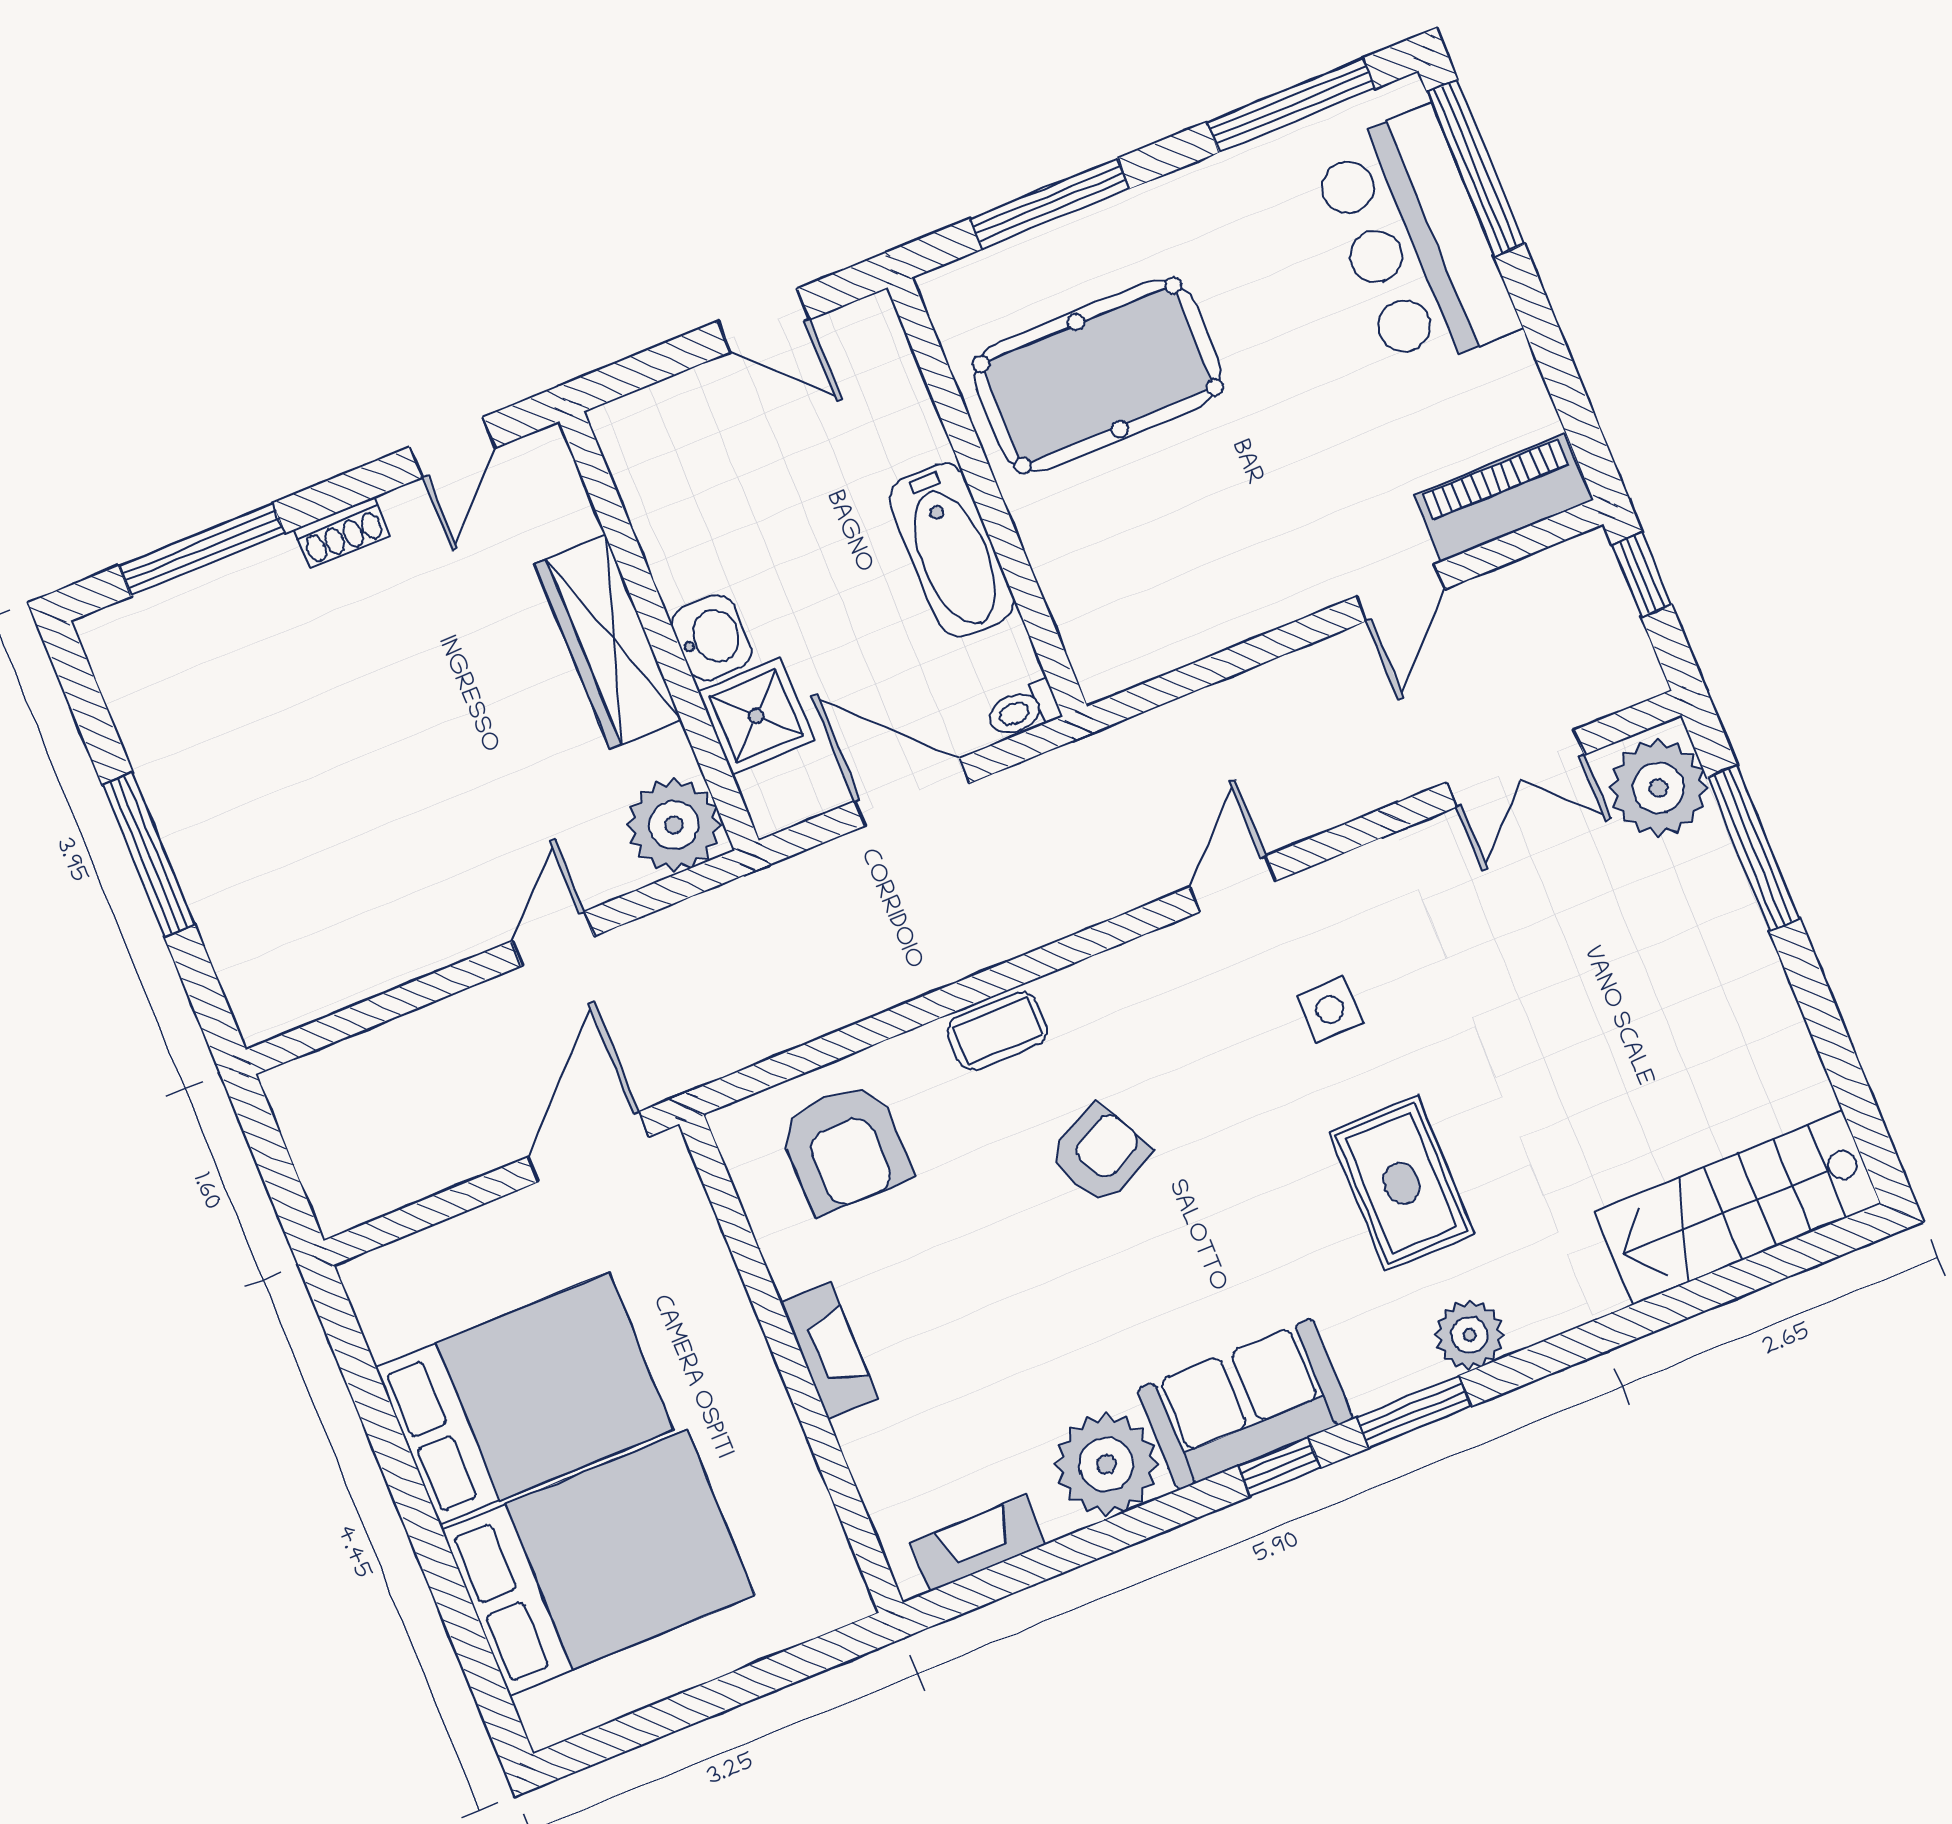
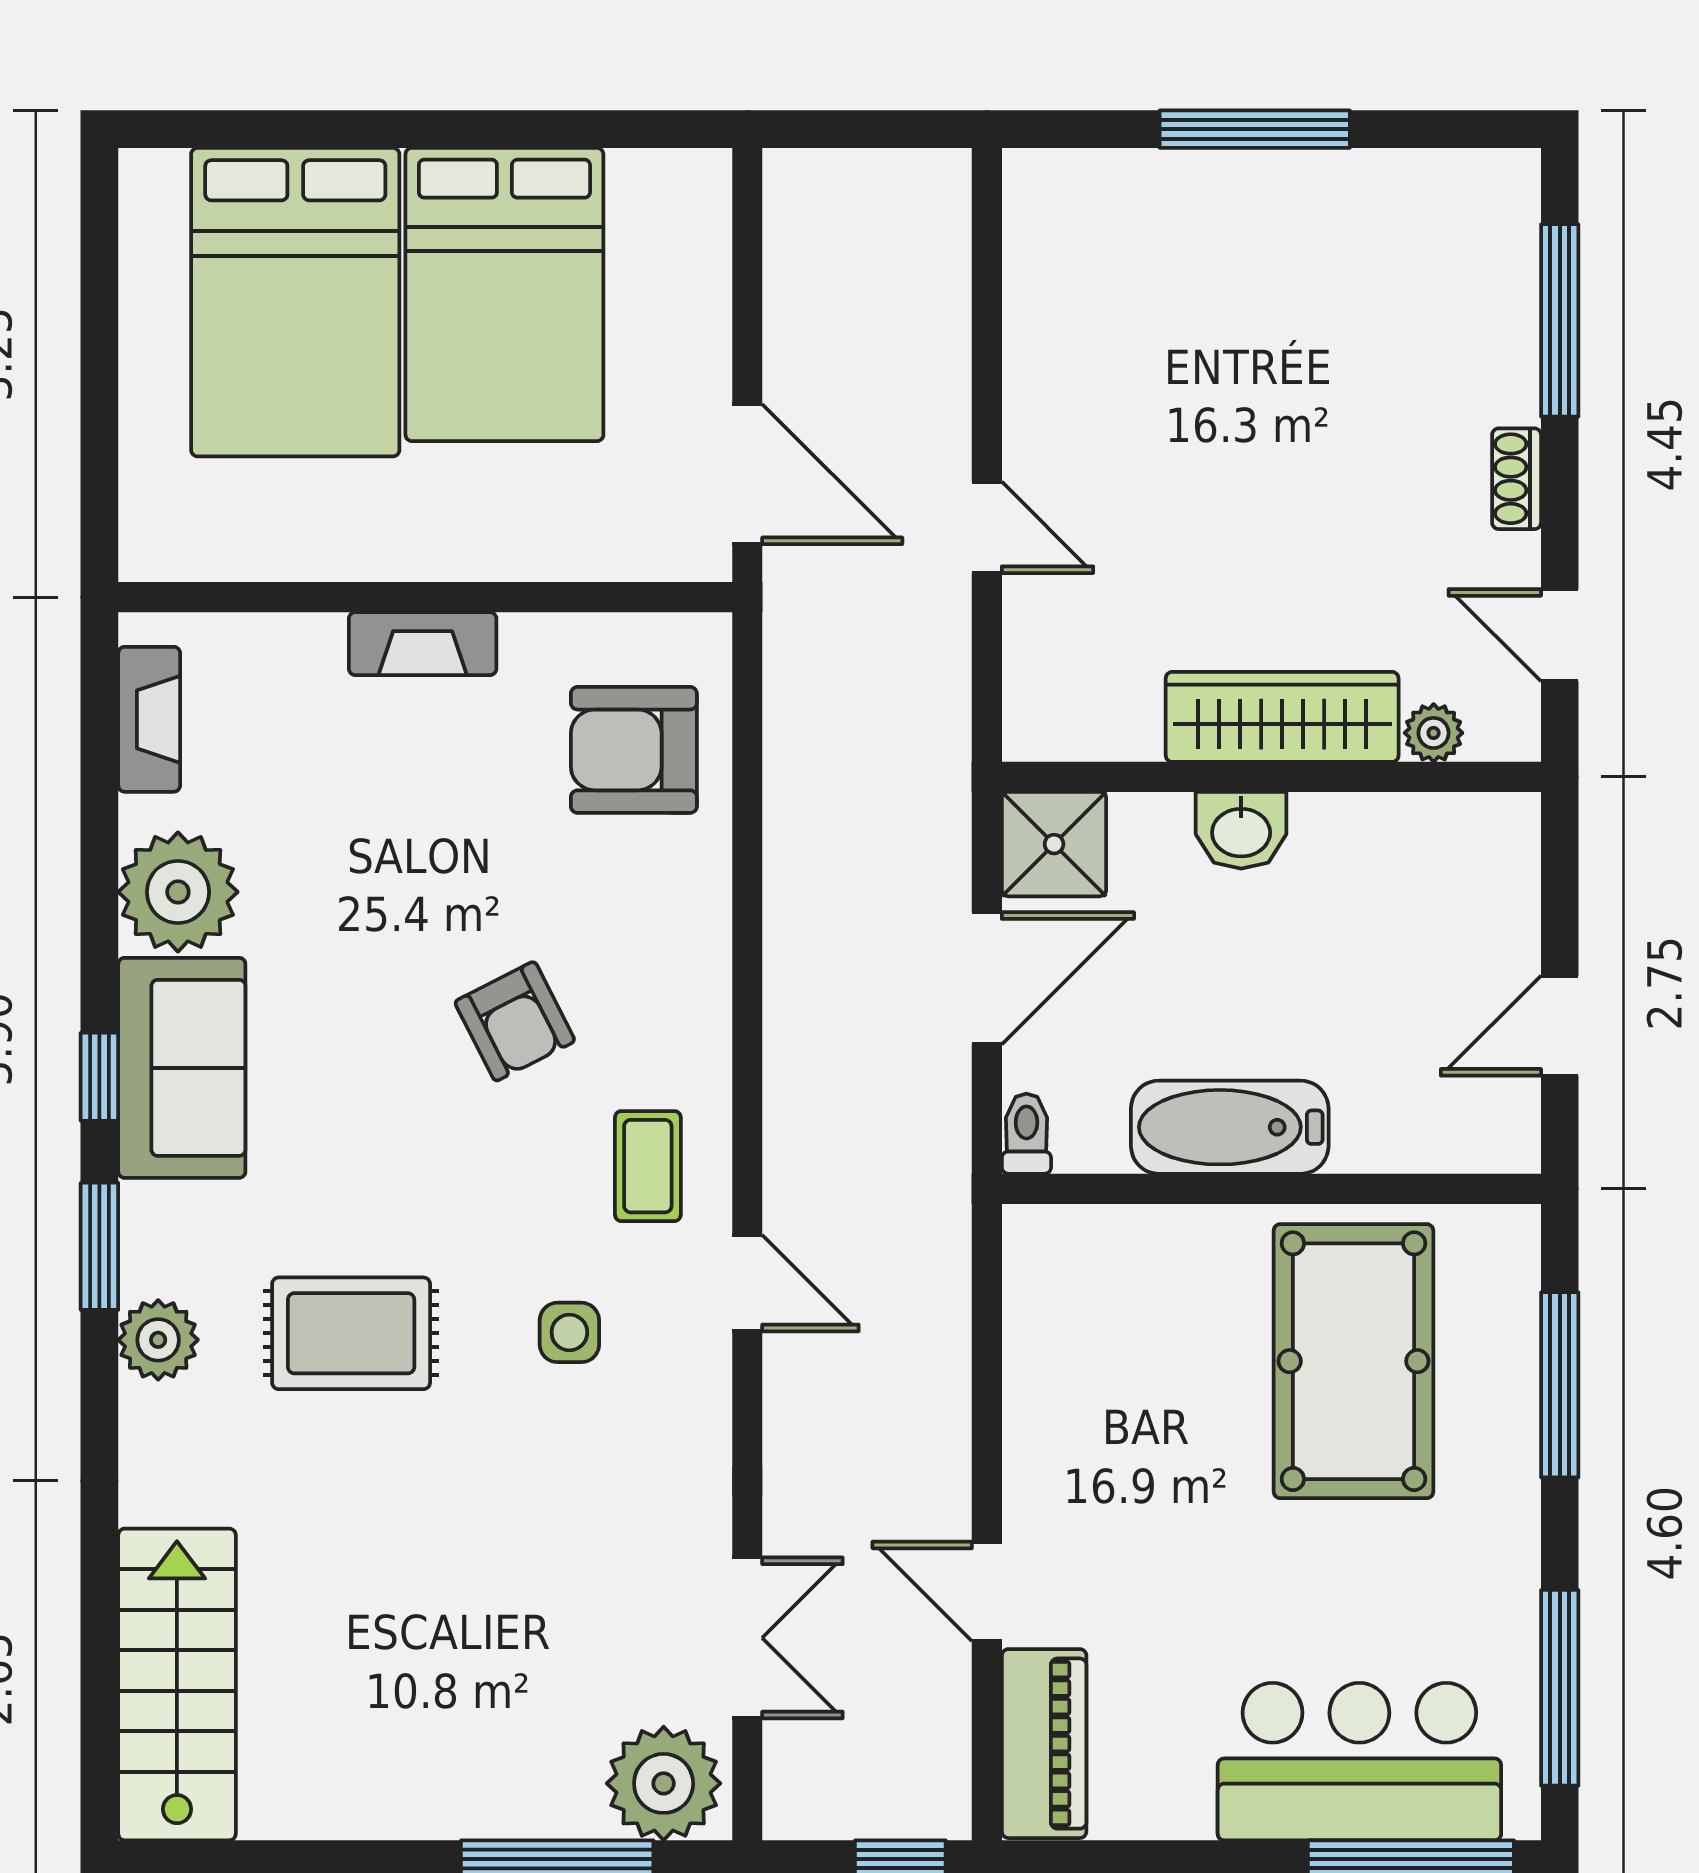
shower: (756, 716) -> (1054, 844), moved
double door: (1515, 769) -> (747, 1638), swing flipped
plant: (674, 825) -> (1434, 733), moved, width x0.53, depth x0.53
coffee table: (997, 1031) -> (648, 1166), moved

